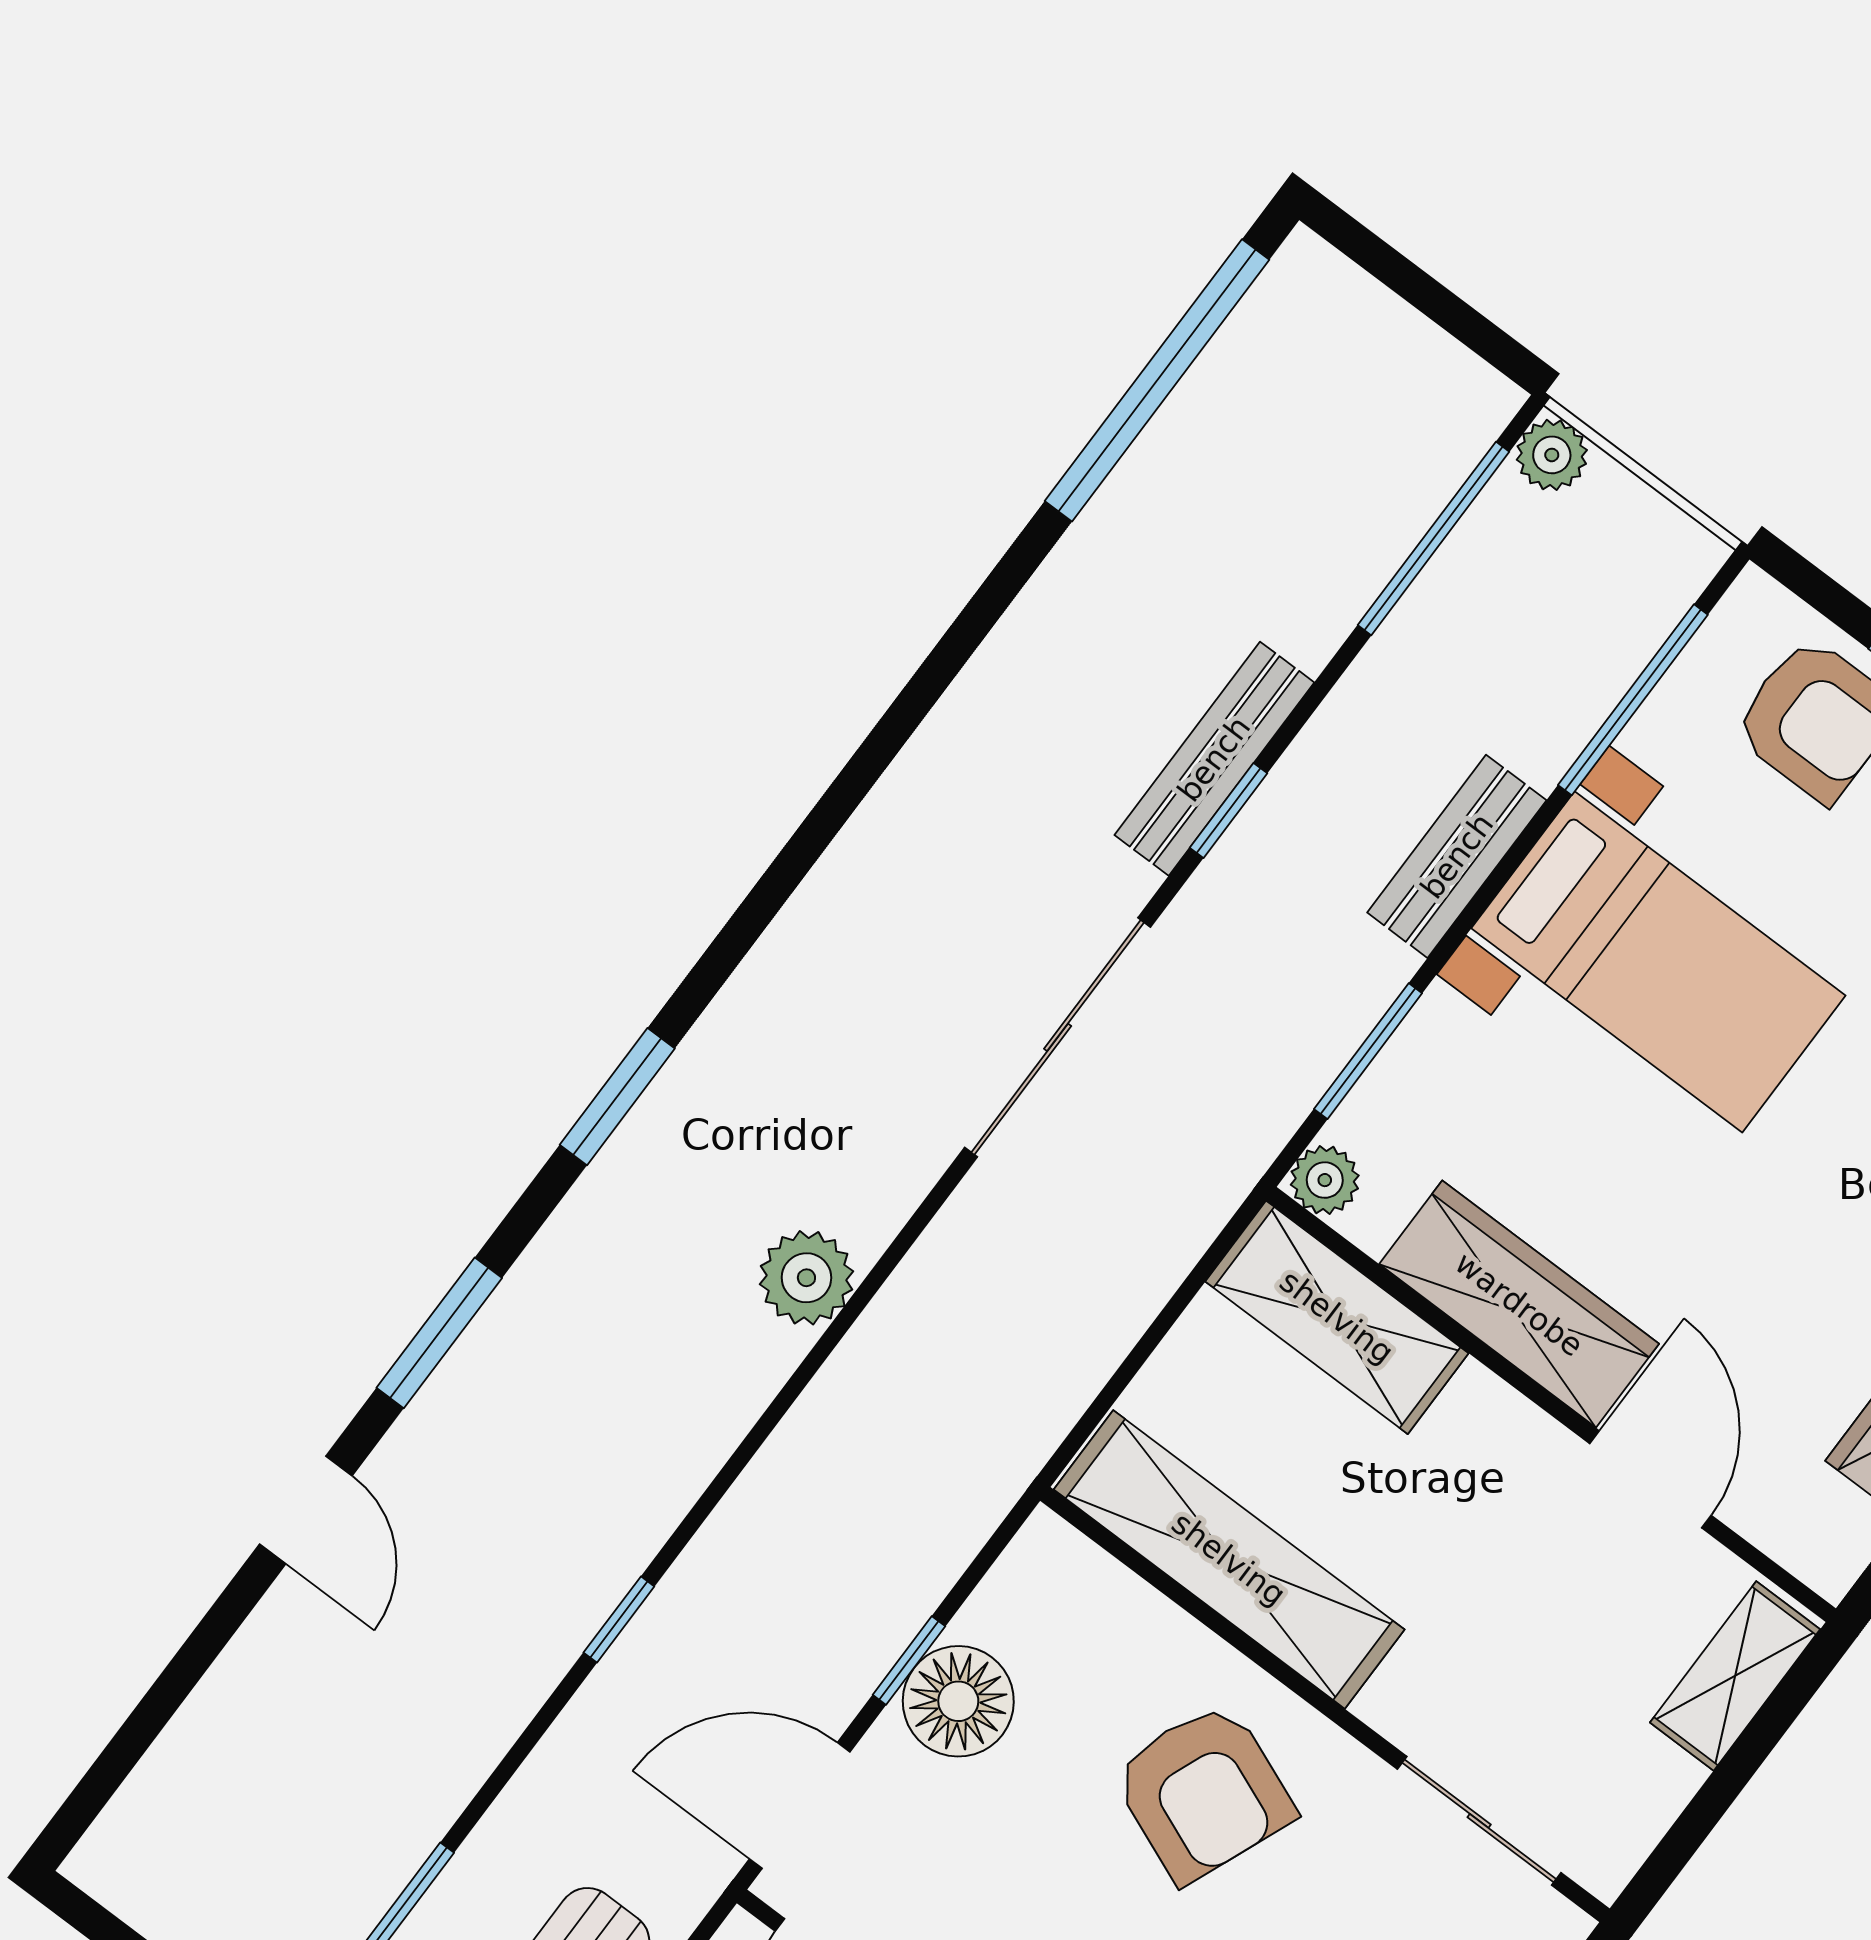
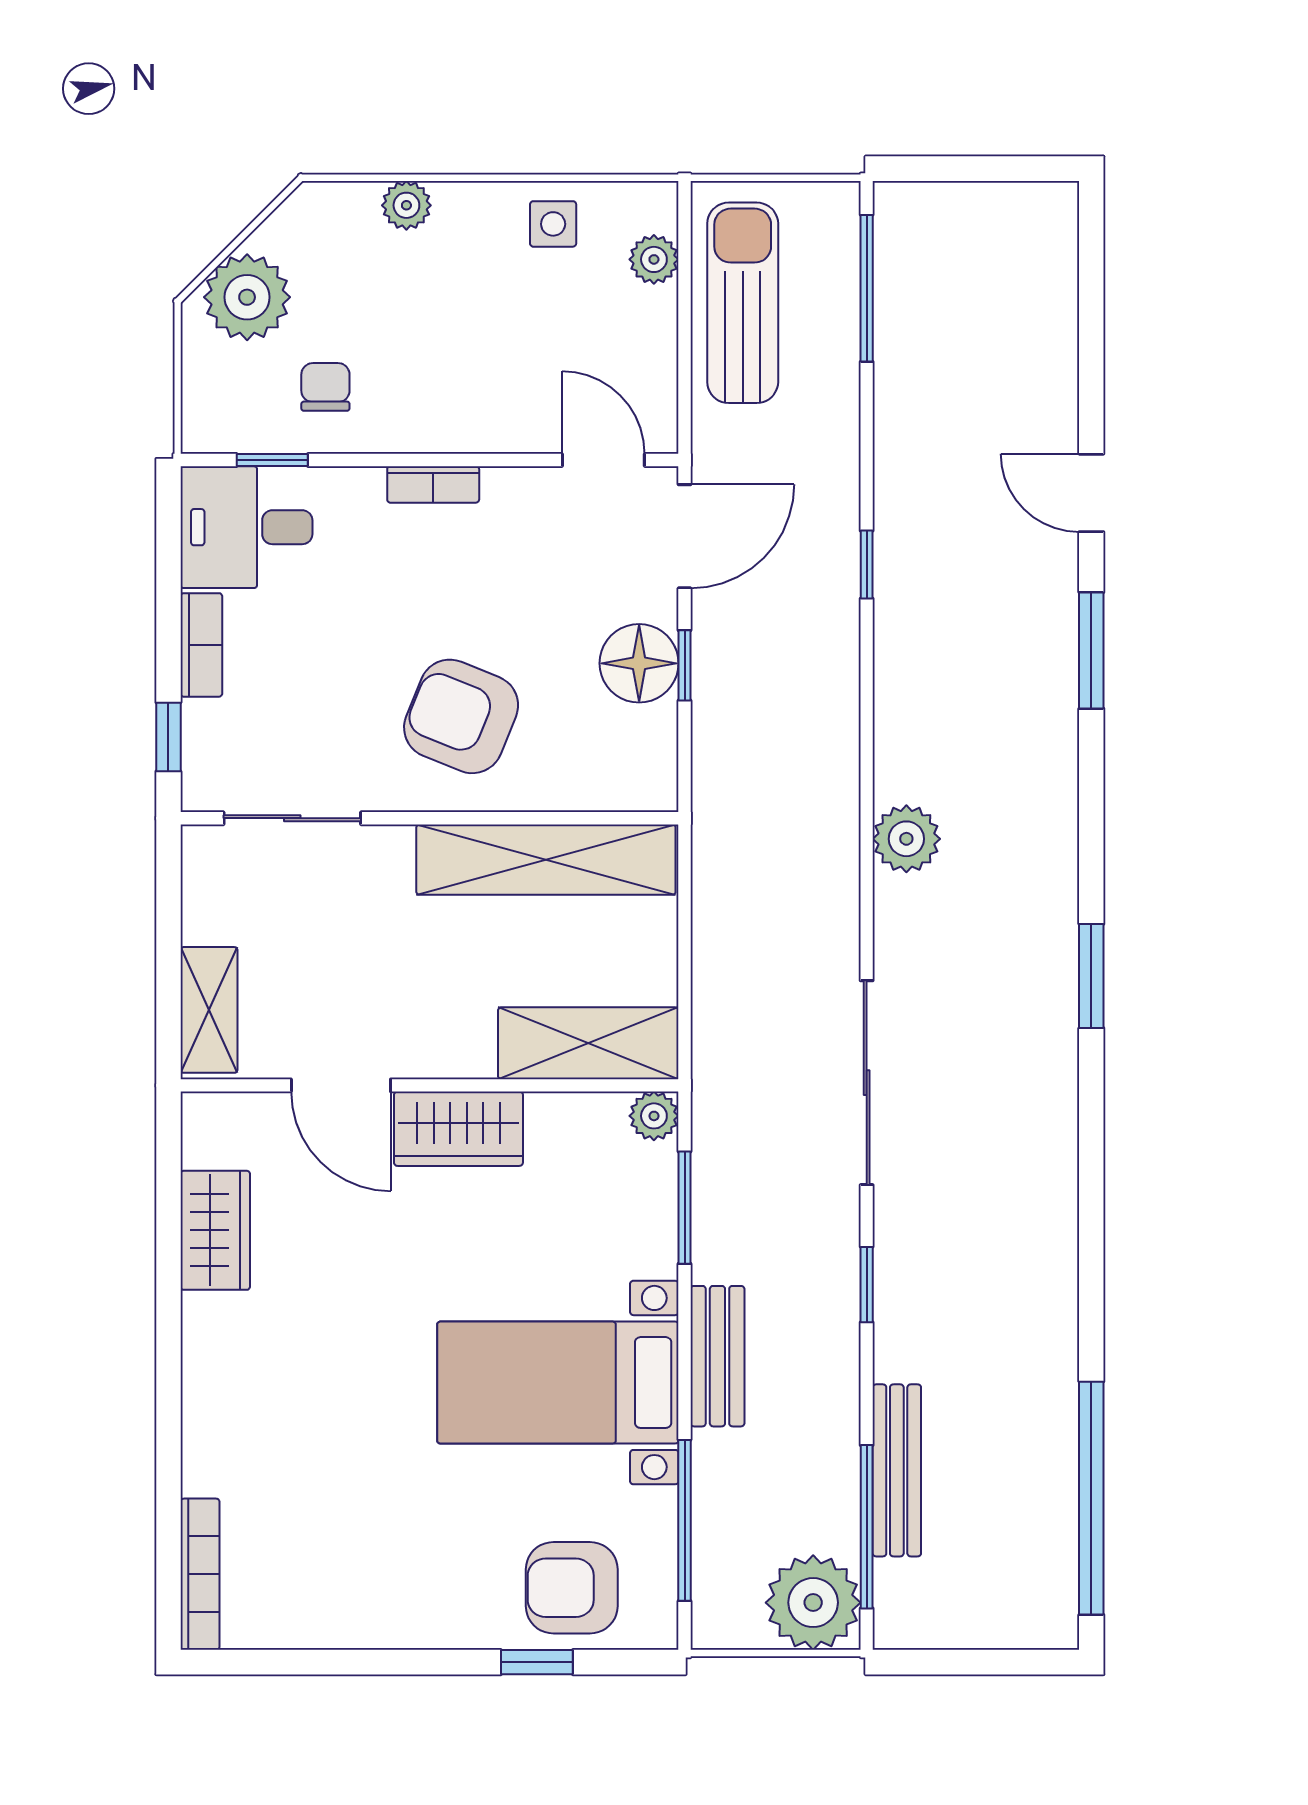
plant: (1552, 455) -> (813, 1603), width x1.88, depth x1.88
bench: (1214, 759) -> (897, 1470), moved
window: (617, 1097) -> (1091, 976), moved
wardrobe: (1519, 1304) -> (458, 1129), width x0.67

